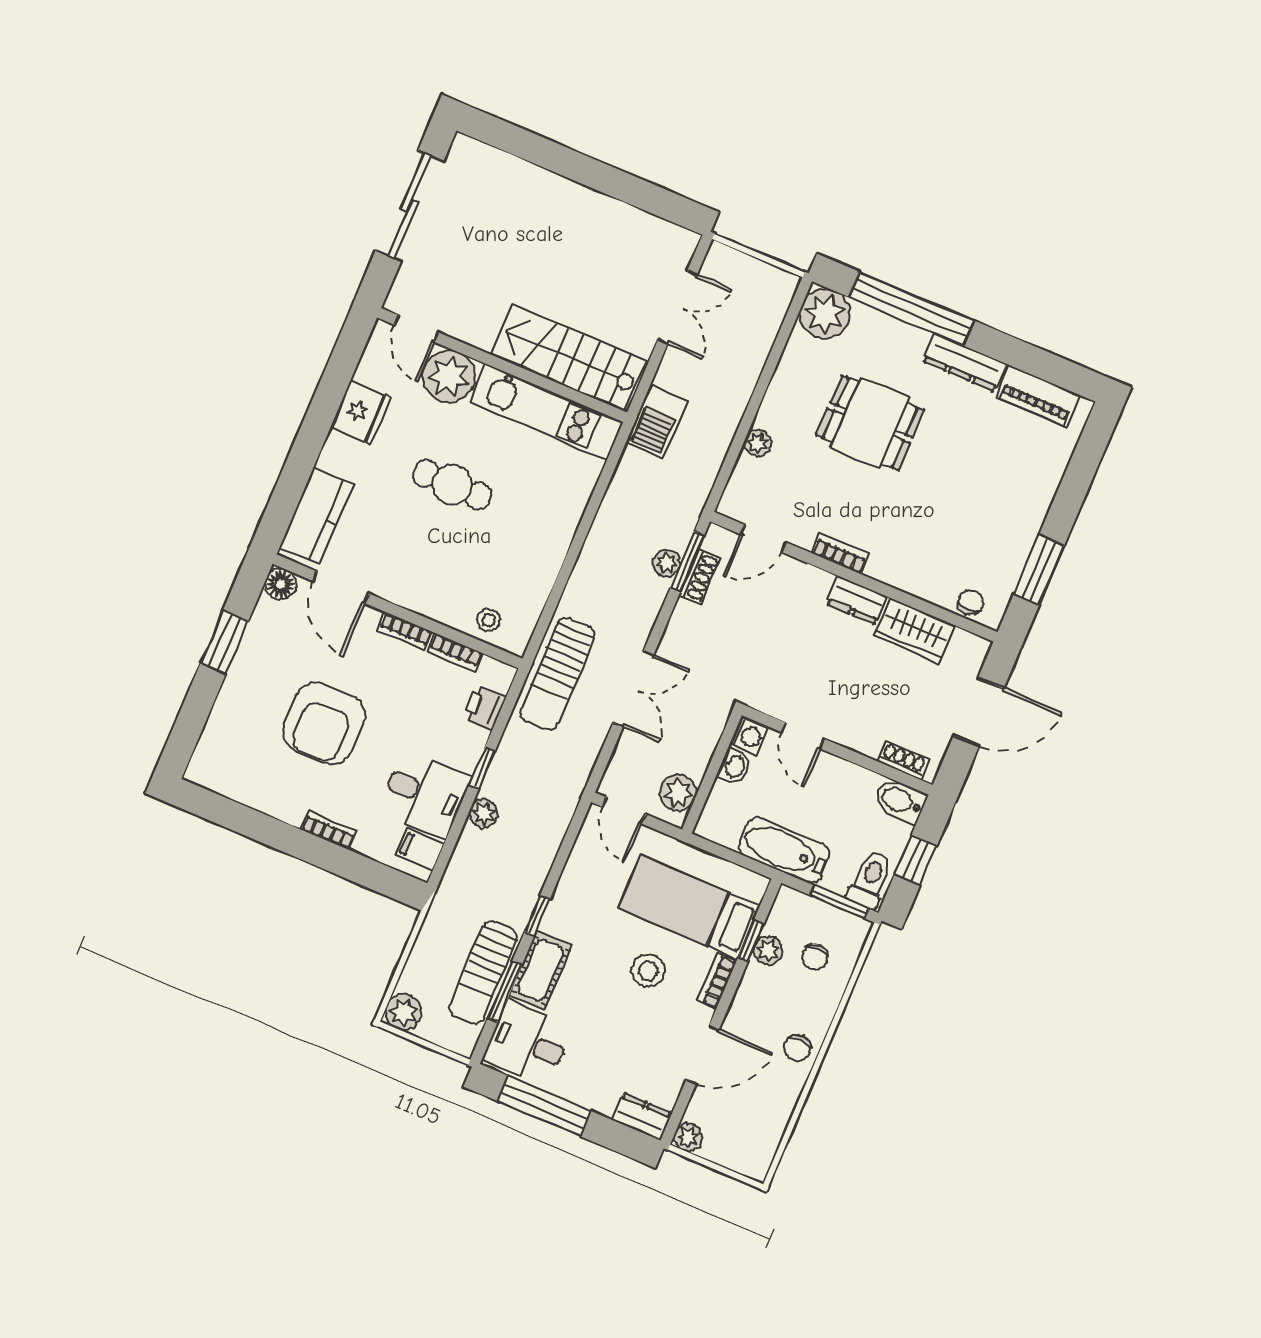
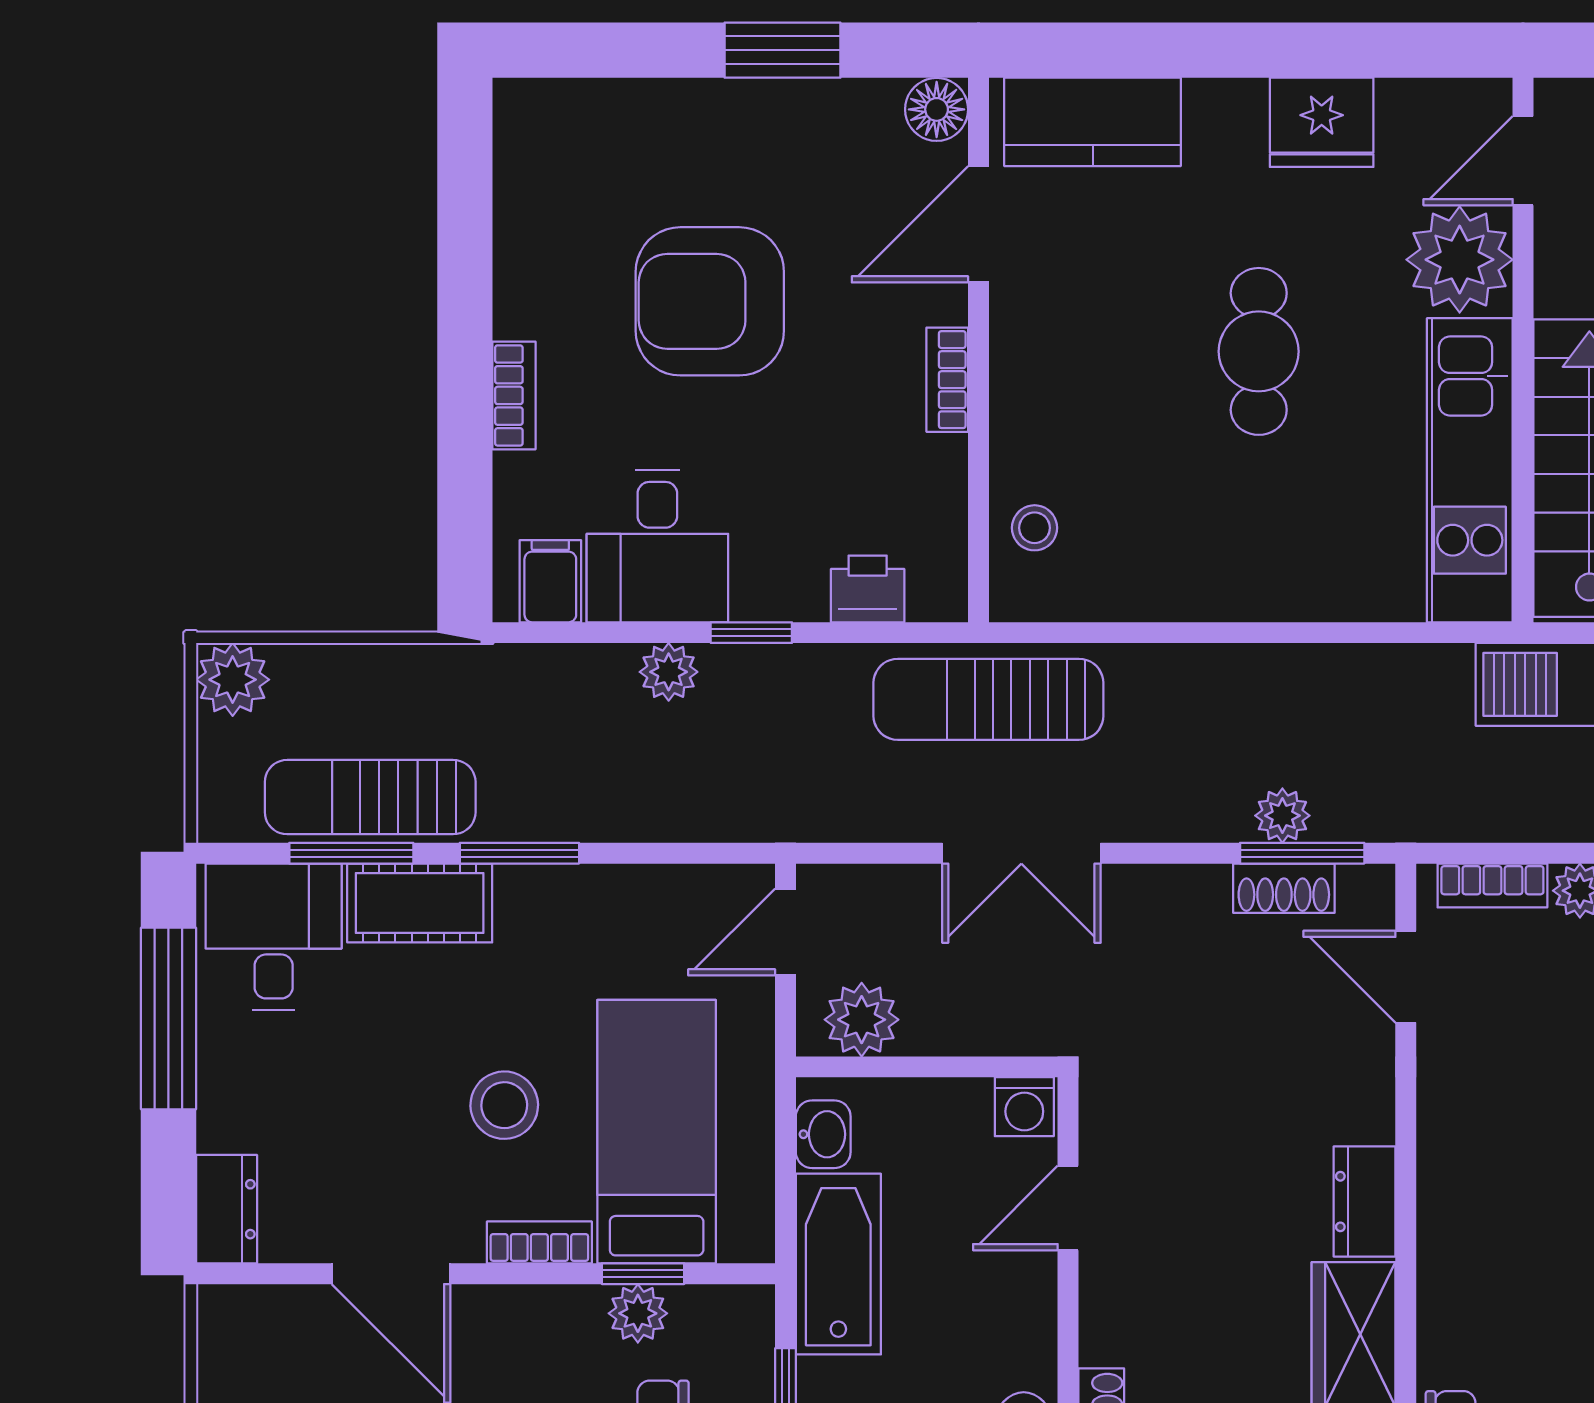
bookcase: (840, 554) -> (1492, 885), moved, turned 90
bookcase: (455, 653) -> (947, 490), removed
washbasin: (735, 767) -> (823, 1134), moved, turned -90
window: (537, 916) -> (519, 853), width x1.50
plant: (688, 1137) -> (224, 1312), removed

